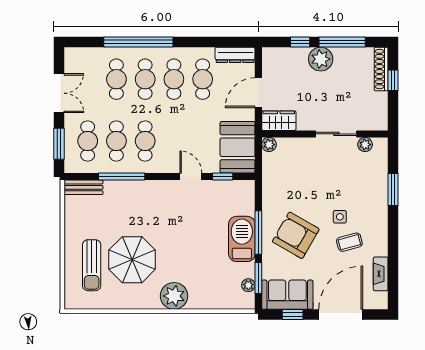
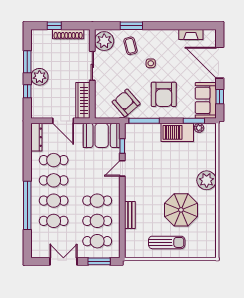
window: (342, 42) -> (27, 62), width x0.69
shoe rack: (381, 69) -> (68, 34), moved
wardrobe: (279, 121) -> (83, 100), width x1.50
plant: (269, 145) -> (100, 113), removed
plant: (365, 145) -> (104, 41), width x1.88, depth x1.88
window: (122, 177) -> (122, 217), removed
armchair: (284, 182) -> (126, 103), added
bench: (83, 187) -> (130, 215), moved
window: (258, 232) -> (144, 121), moved
armchair: (296, 235) -> (164, 94), turned -30
barbecue: (242, 239) -> (177, 132), moved
coffee table: (349, 242) -> (130, 46), moved
sun lounger: (92, 265) -> (167, 242), moved

